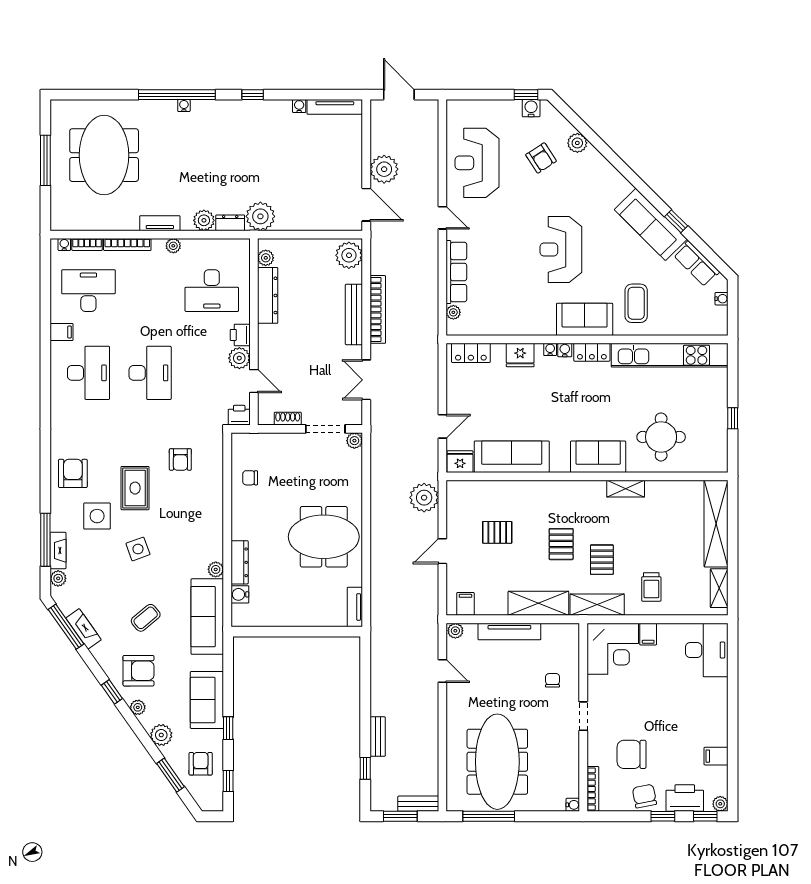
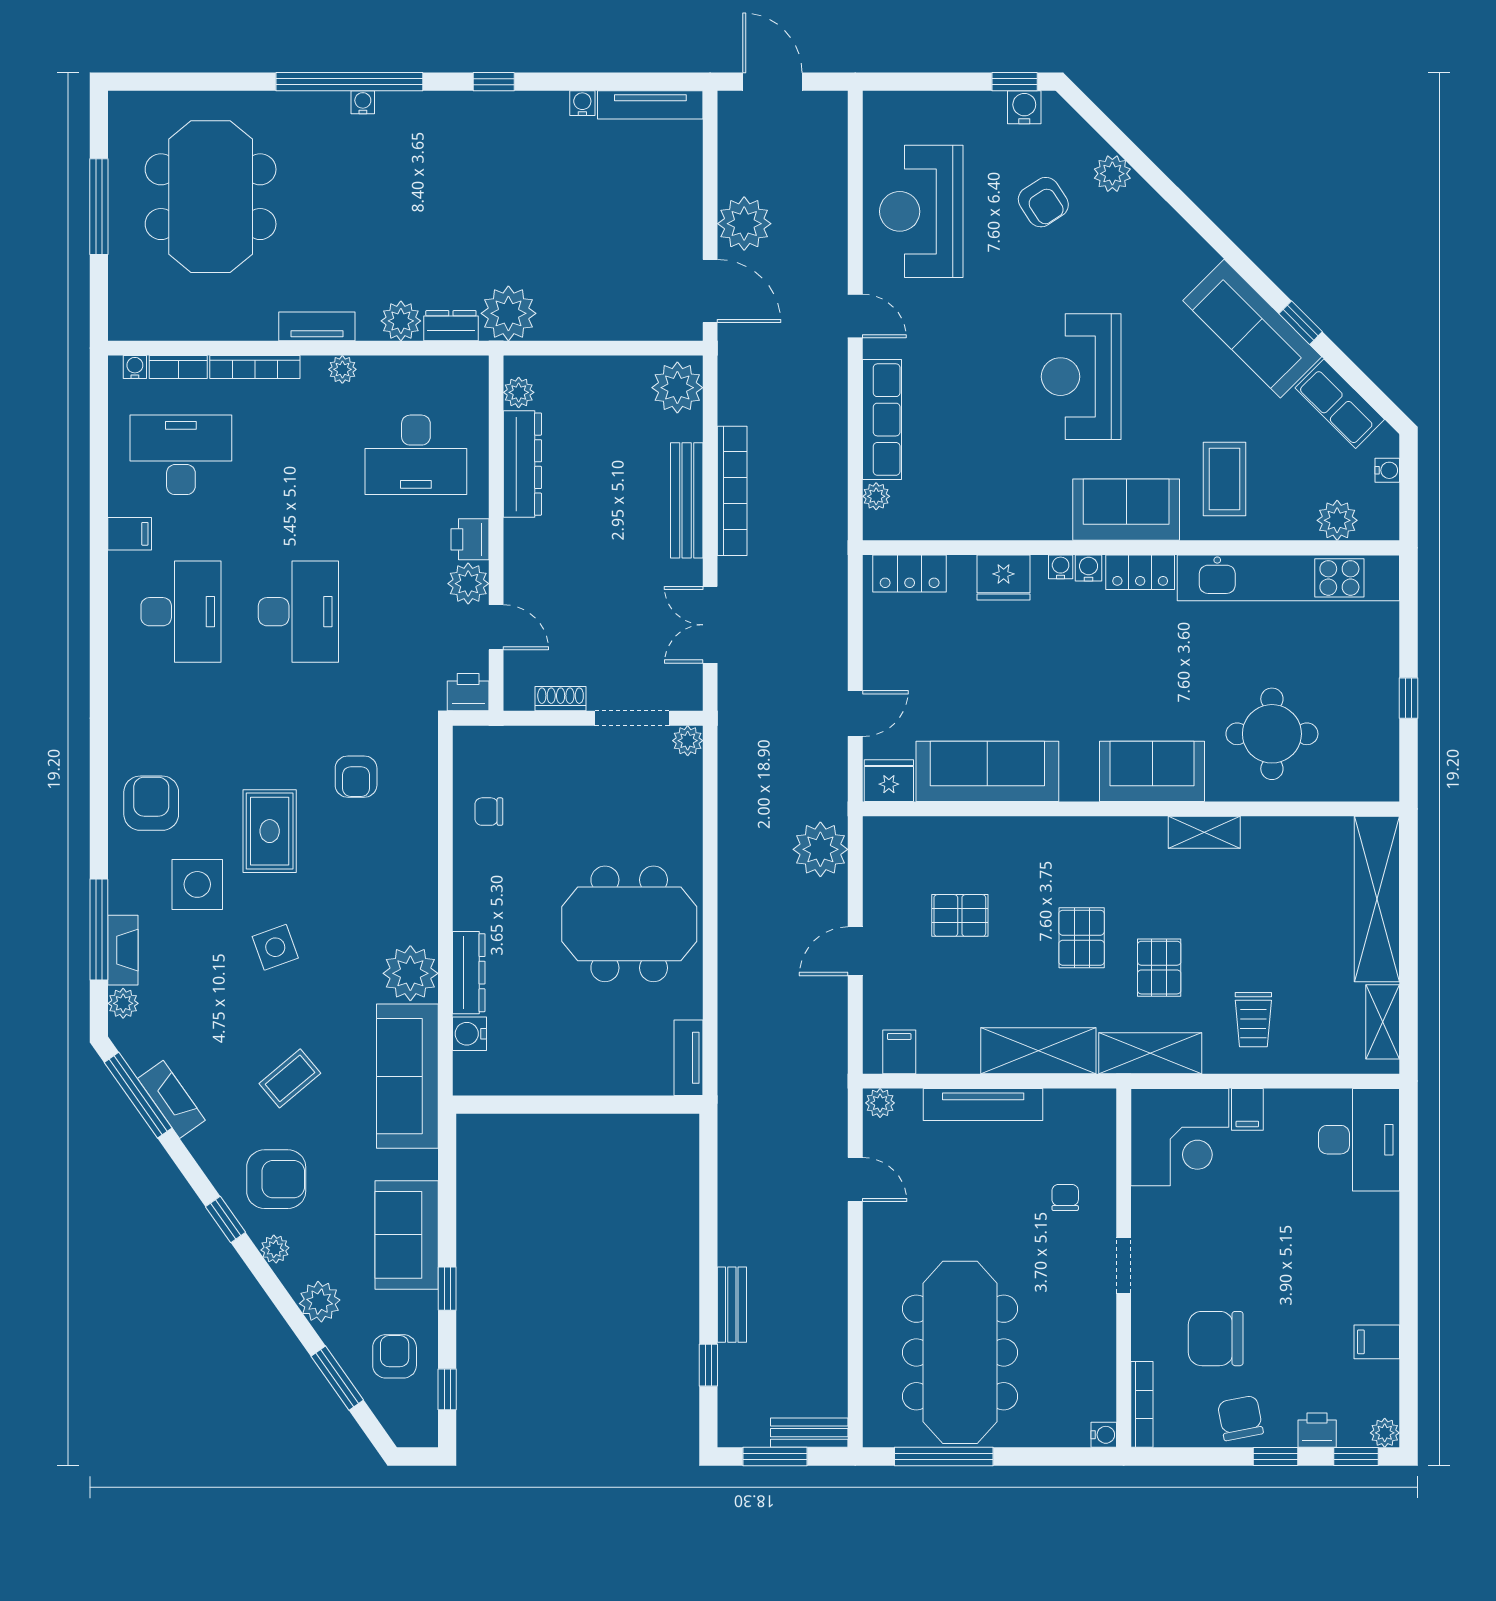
plant: (695, 325) -> (1337, 520), added
plant: (216, 569) -> (410, 973), width x1.87, depth x1.87
printer: (685, 798) -> (1317, 1430), width x0.53, depth x0.68

